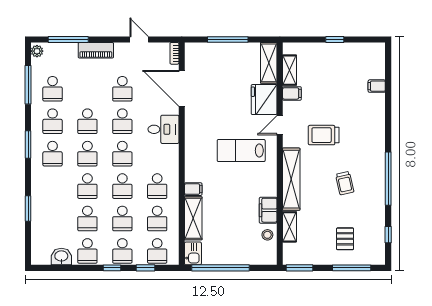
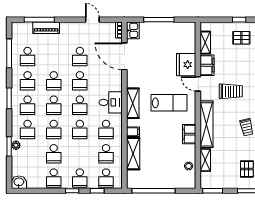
piano: (96, 50) -> (46, 28), moved
plant: (37, 51) -> (16, 145), moved
shelving: (269, 63) -> (133, 103), moved
pallet: (338, 64) -> (241, 38), added
filing cabinet: (292, 93) -> (207, 65), width x2.00
door: (280, 125) -> (198, 84), hinge flipped
desk: (163, 129) -> (111, 102), moved
trolley: (324, 135) -> (231, 91), turned 180
lab bench: (241, 151) -> (169, 103), turned 180
filing cabinet: (268, 210) -> (189, 134), moved
school desk: (122, 219) -> (28, 129), moved
kitchen sink: (193, 253) -> (133, 30), moved
washbasin: (61, 256) -> (19, 182), moved

